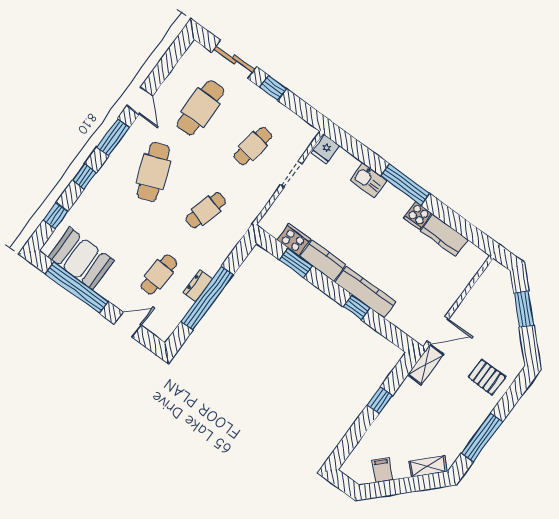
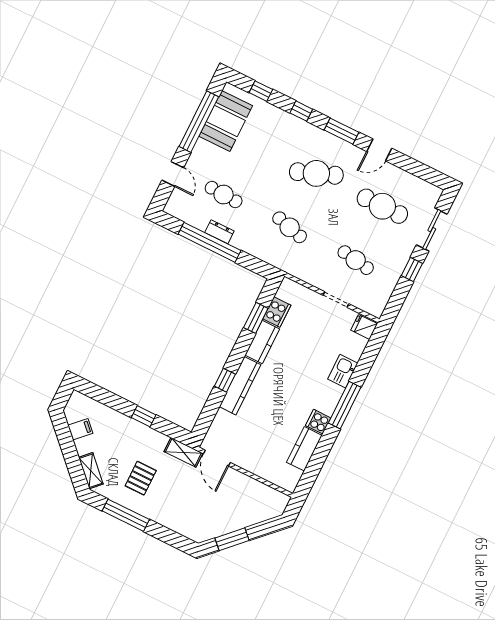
window: (524, 309) -> (232, 539), moved
pallet: (487, 377) -> (141, 478), moved

